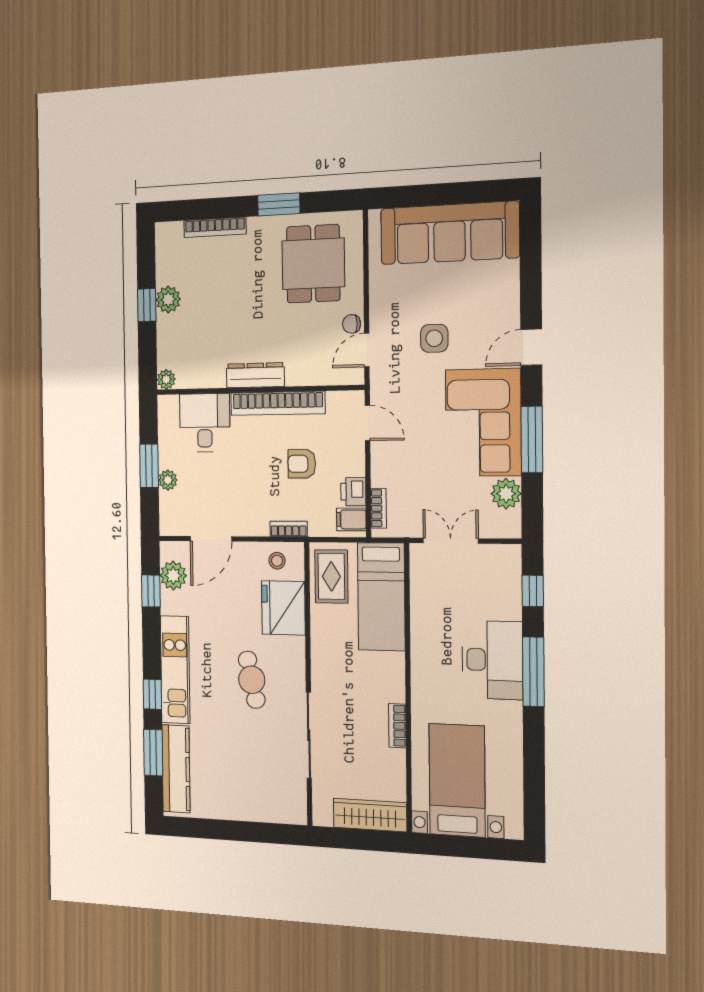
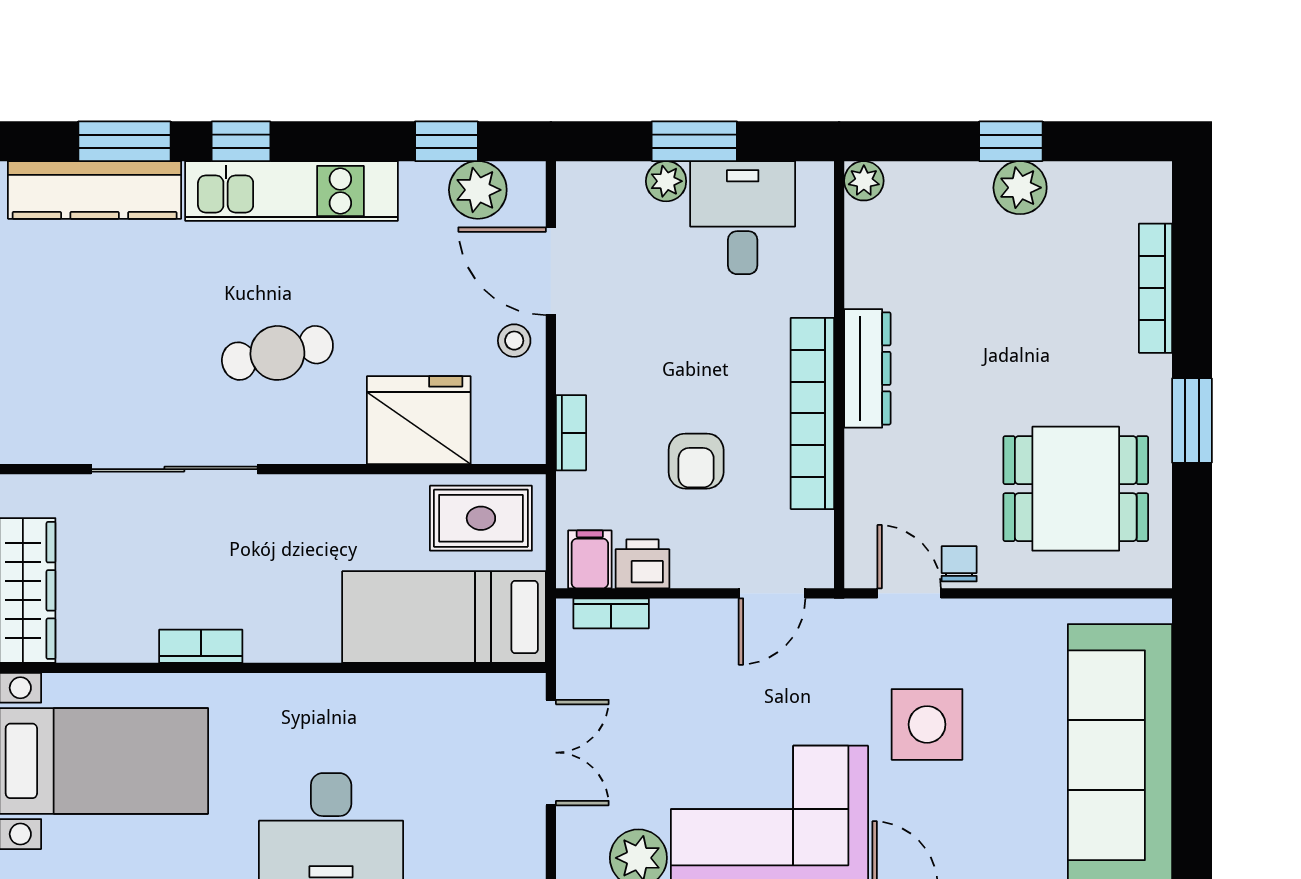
side table: (434, 338) -> (927, 724), width x1.37, depth x1.37
desk: (205, 423) -> (743, 218), moved, turned -90
armchair: (302, 464) -> (696, 461), turned 180
stool: (277, 561) -> (514, 341), moved

